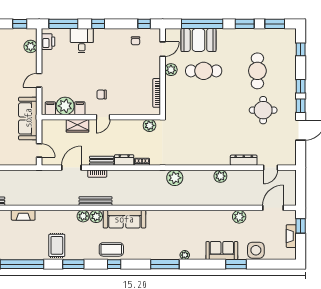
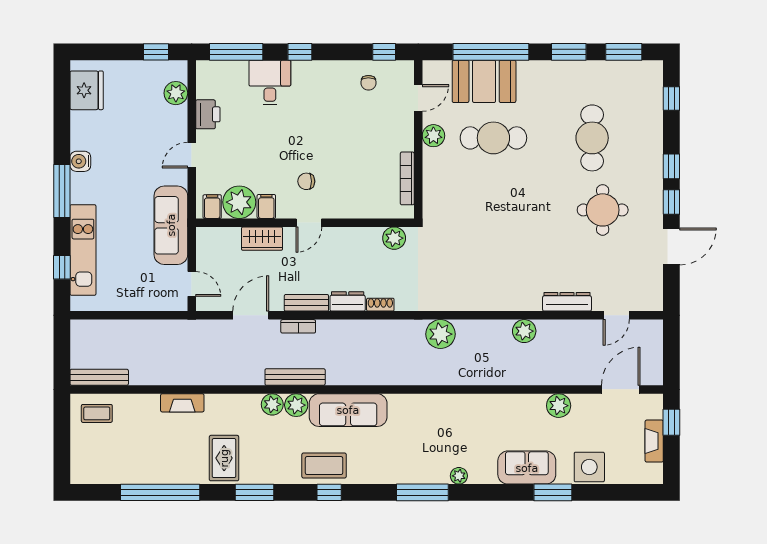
printer: (48, 42) -> (208, 114), moved
fireplace: (23, 215) -> (182, 403), moved

